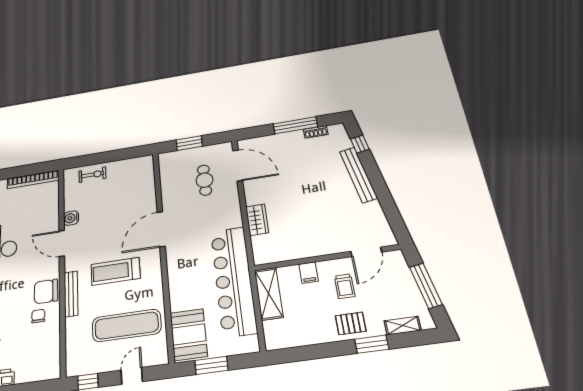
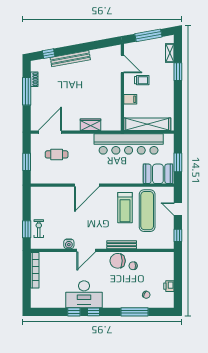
window: (91, 160) -> (27, 229), added
door: (161, 229) -> (87, 185), hinge flipped
treadmill: (116, 271) -> (125, 208), moved
chair: (46, 291) -> (118, 261), turned 90
shelving: (269, 294) -> (147, 124), width x1.47
pallet: (351, 323) -> (164, 81), removed

